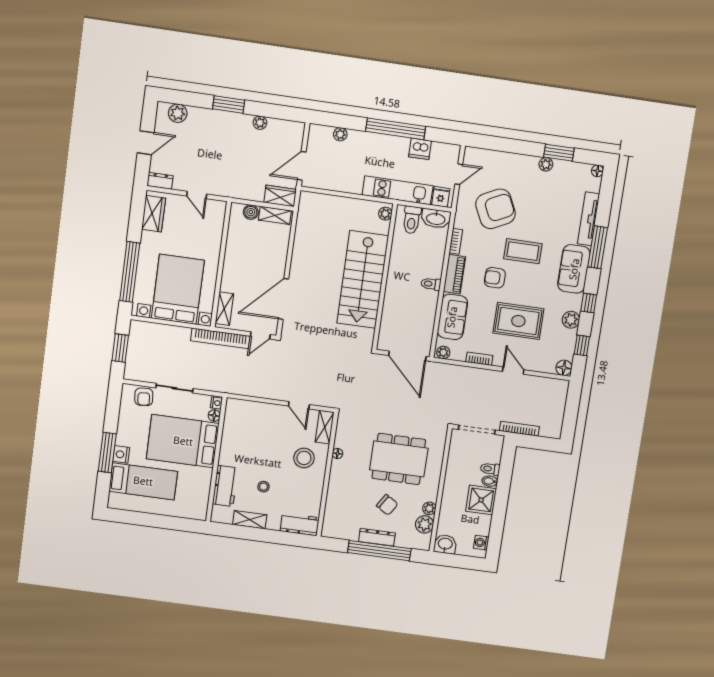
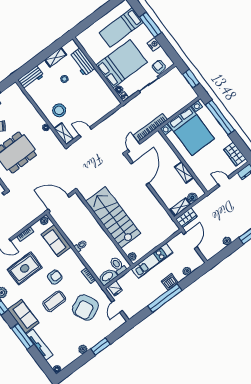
dishwasher: (420, 149) -> (170, 282), moved
window: (559, 153) -> (100, 346), moved
kitchen unit: (398, 190) -> (152, 261), moved
piano: (454, 274) -> (75, 261), removed
shelving: (224, 309) -> (184, 172), moved
nightstand: (121, 454) -> (154, 44), moved

